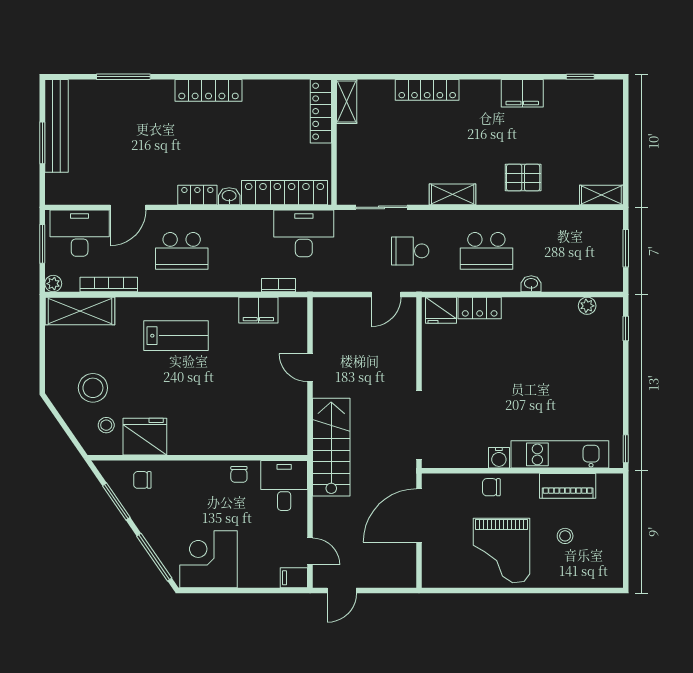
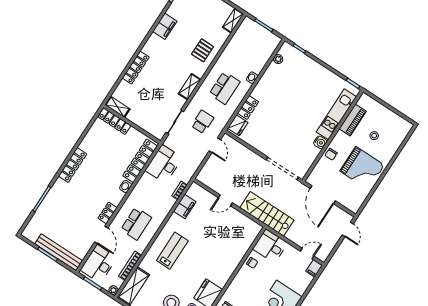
bench: (57, 126) -> (59, 252), moved
locker: (197, 195) -> (108, 213), moved
school desk: (410, 251) -> (202, 122), turned 180
door: (342, 591) -> (348, 229), moved

